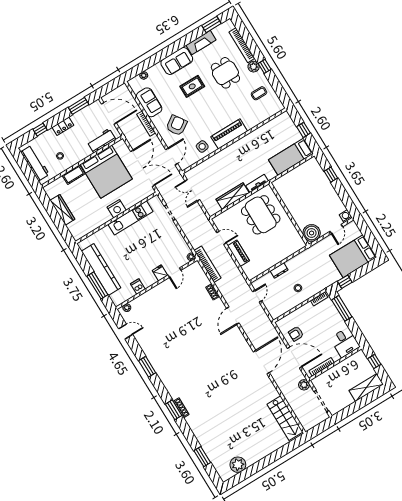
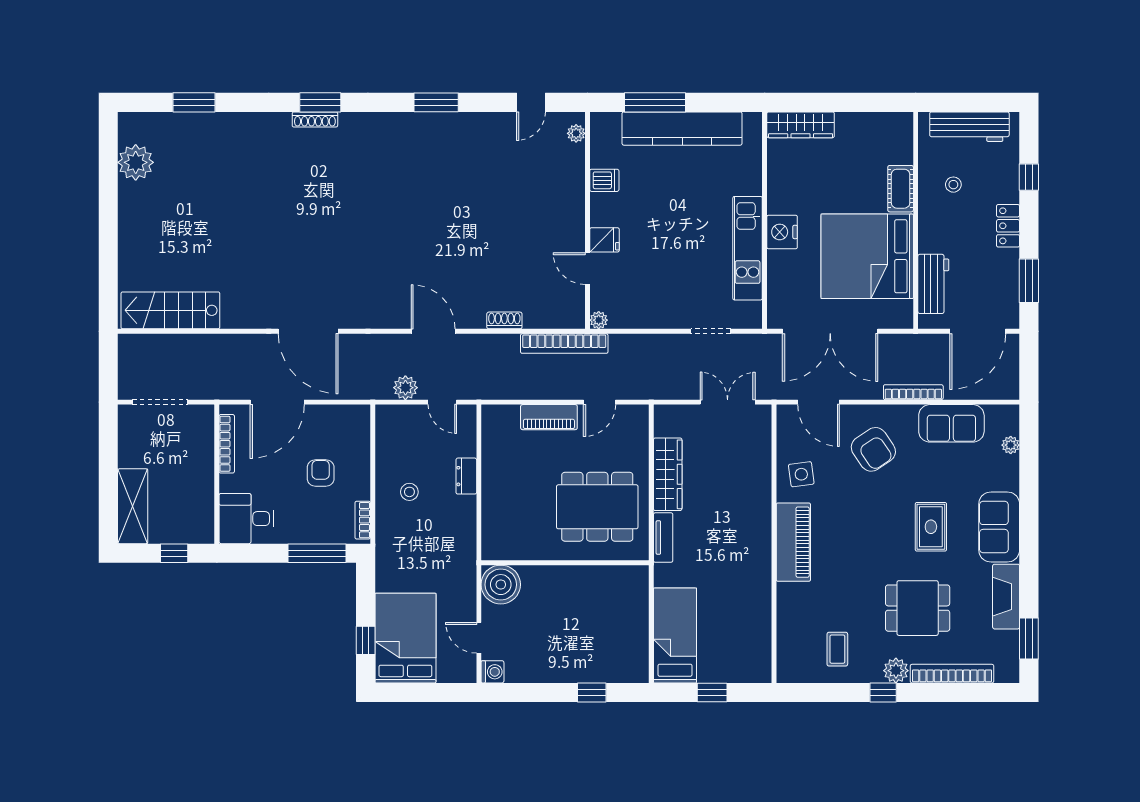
wardrobe: (62, 210) -> (801, 125), moved
window: (345, 282) -> (366, 640), moved
armchair: (296, 334) -> (321, 473), moved
plant: (304, 385) -> (405, 388), moved

